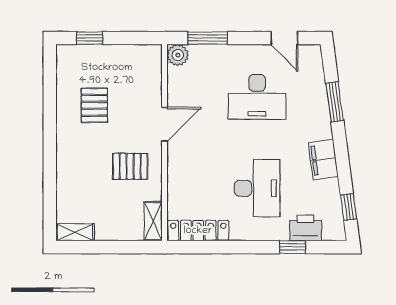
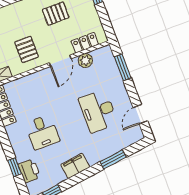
plant: (178, 55) -> (85, 61), moved
locker: (152, 79) -> (85, 43), added
door: (165, 124) -> (60, 61), hinge flipped
desk: (257, 188) -> (42, 132), width x0.73

